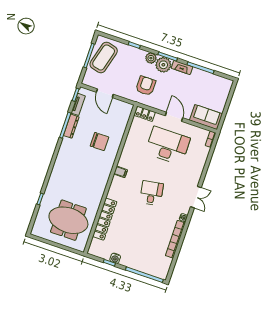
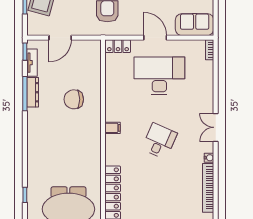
door: (105, 93) -> (60, 38), hinge flipped
chair: (99, 142) -> (74, 99), turned 180
desk: (151, 193) -> (159, 141), turned 33
double door: (196, 197) -> (216, 127), swing flipped

